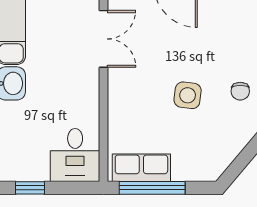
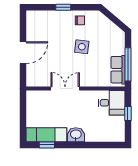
double door: (104, 39) -> (65, 89), moved
window: (30, 188) -> (128, 113), moved

